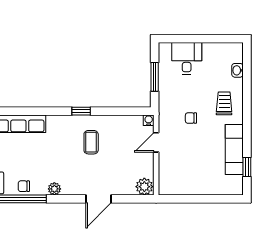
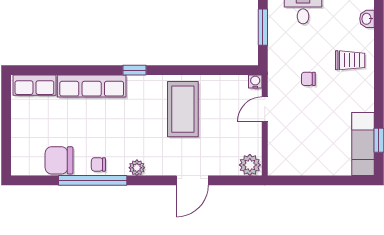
trolley: (224, 103) -> (350, 60), turned 90
window: (81, 111) -> (134, 70), moved
coffee table: (91, 142) -> (183, 109), width x1.86, depth x1.72
exam couch: (234, 149) -> (363, 144), moved

